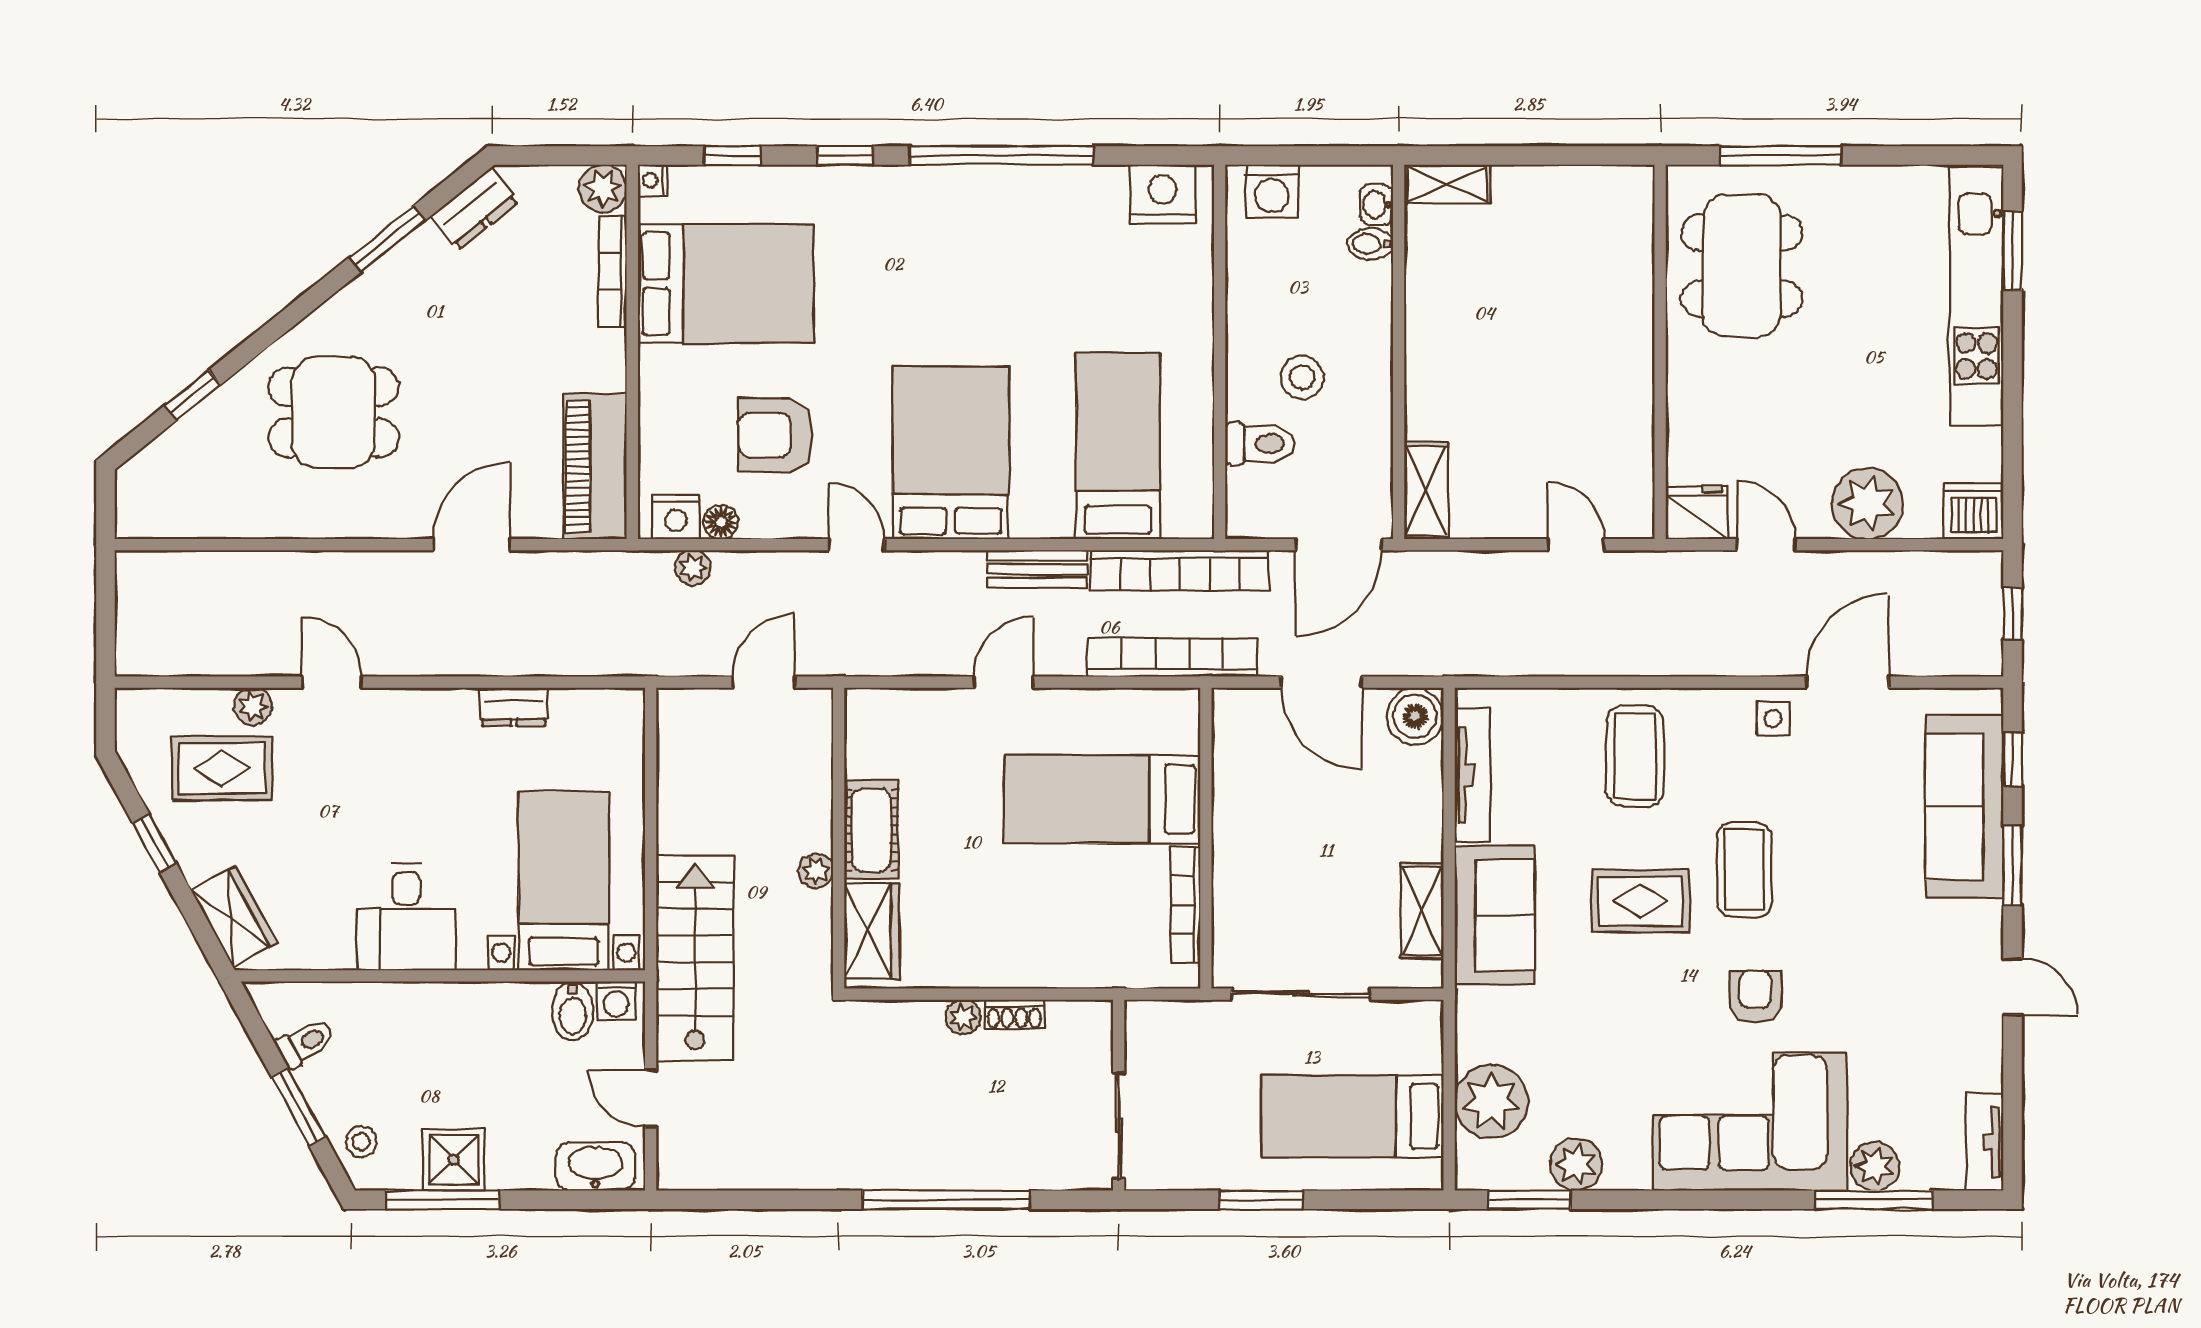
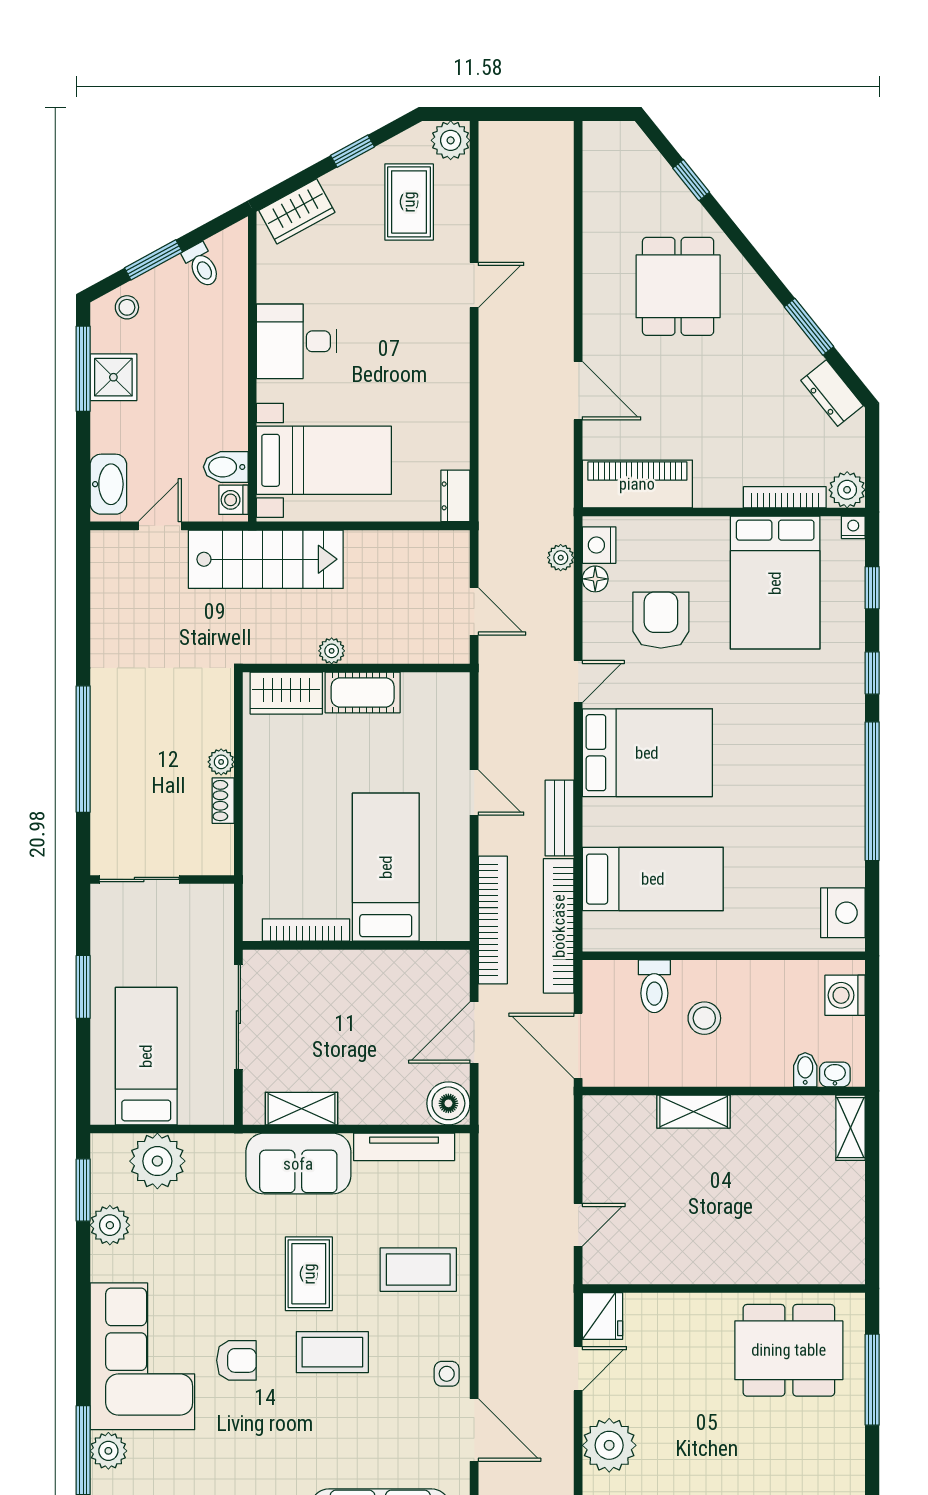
shelving: (1426, 491) -> (694, 1112), moved
plant: (253, 706) -> (451, 140), moved, width x1.38, depth x1.38
dresser: (514, 707) -> (455, 496), moved

